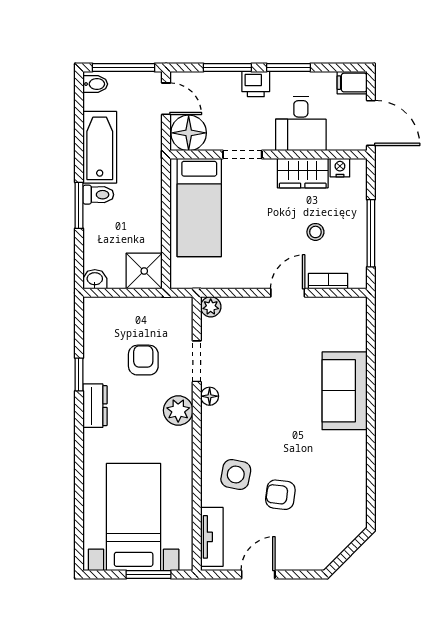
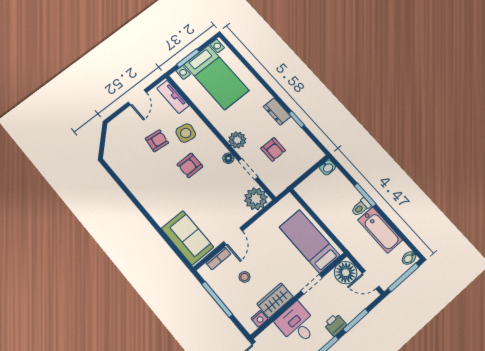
shower: (144, 271) -> (309, 190), removed
plant: (211, 307) -> (256, 199), width x1.88, depth x1.88
sofa: (345, 391) -> (187, 238), moved
armchair: (266, 427) -> (190, 165), added

